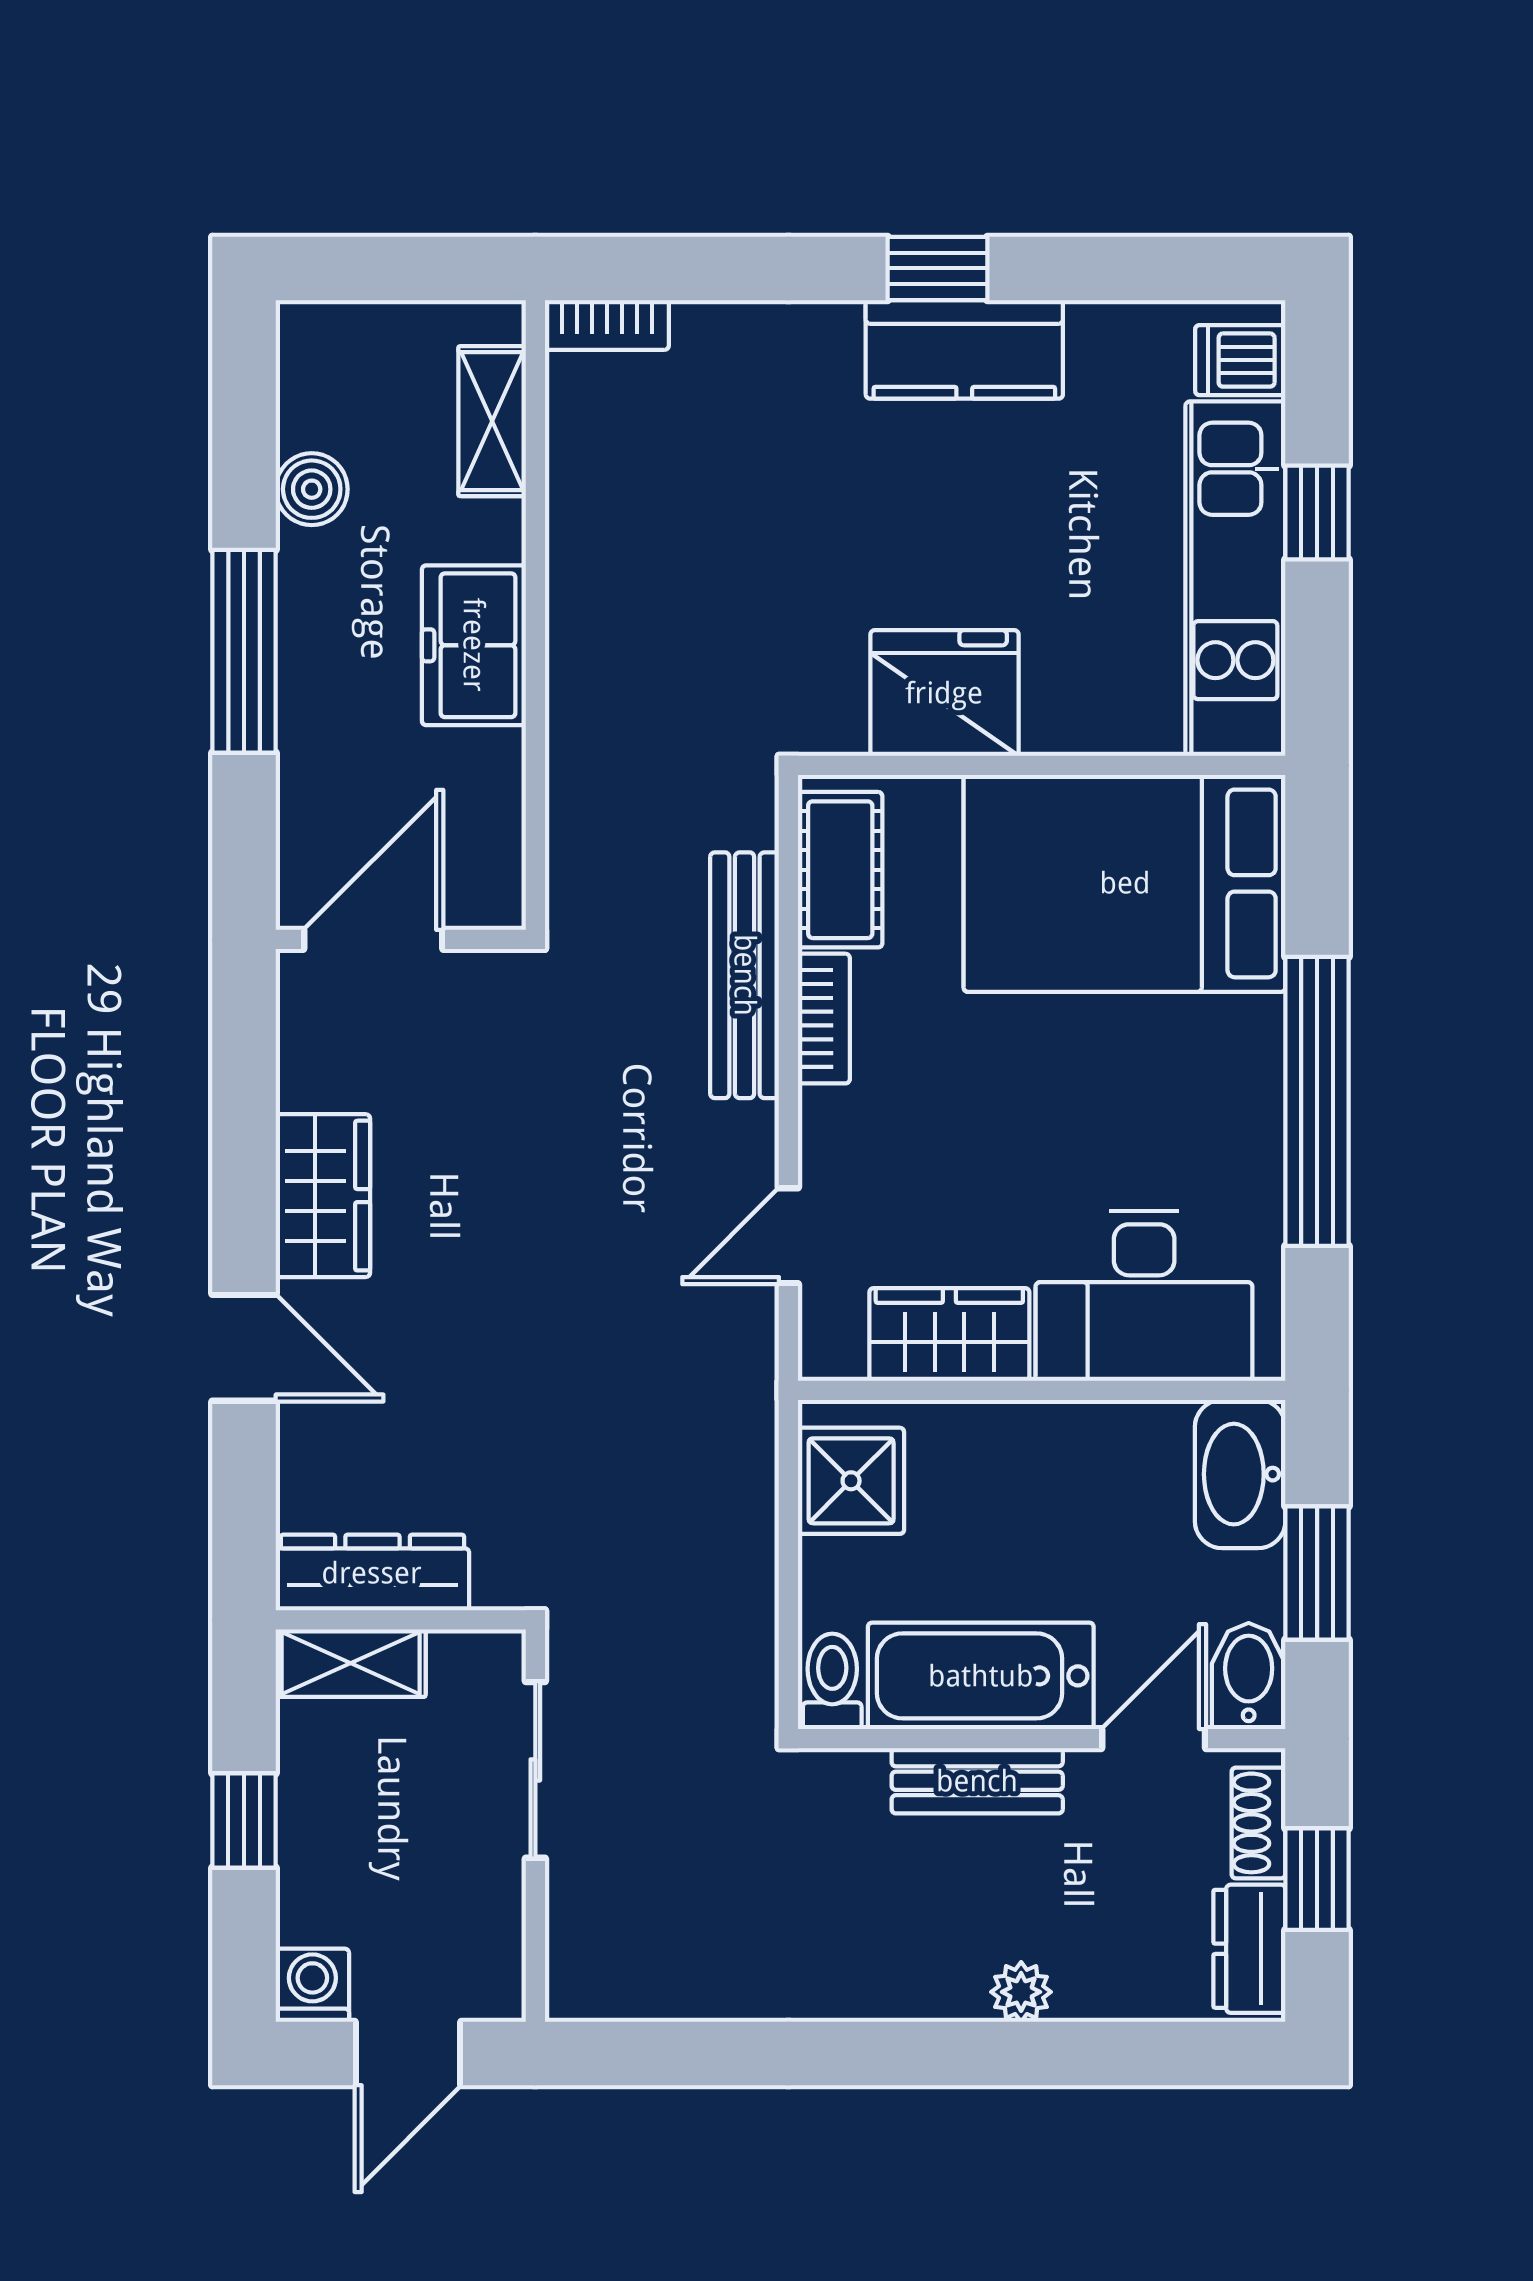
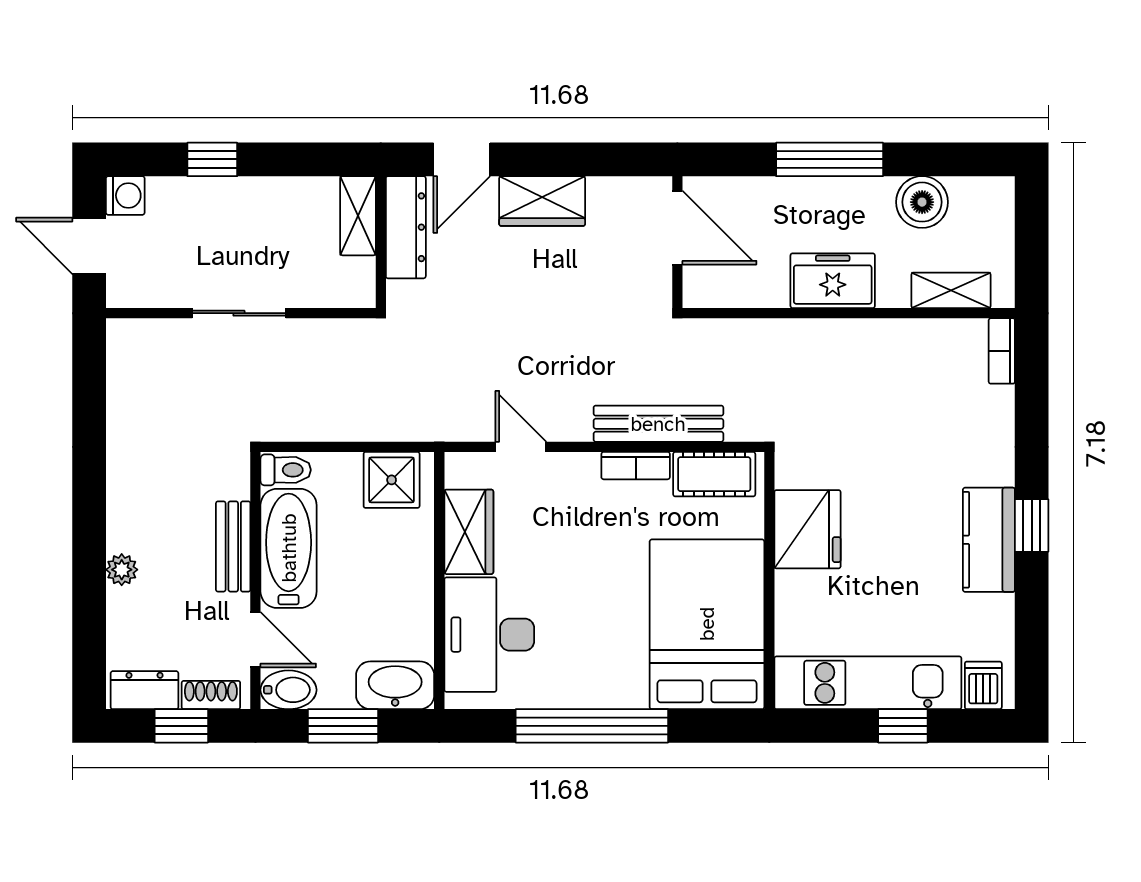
boiler: (312, 489) -> (922, 202), width x1.36, depth x1.36
dresser: (372, 1573) -> (406, 227), moved
wall: (401, 1620) -> (381, 242), moved
shelving: (351, 1663) -> (358, 216), moved

